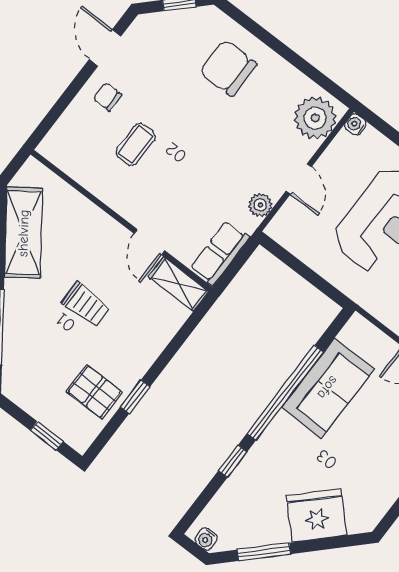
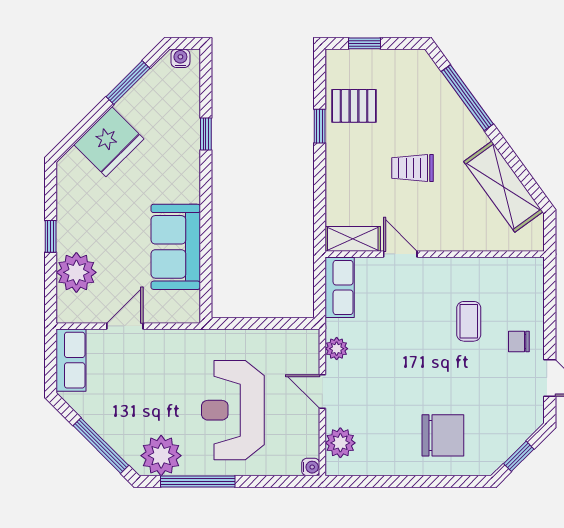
chair: (107, 97) -> (519, 342), turned 180
plant: (315, 118) -> (340, 443), width x0.73, depth x0.73
window: (285, 393) -> (206, 218), removed

